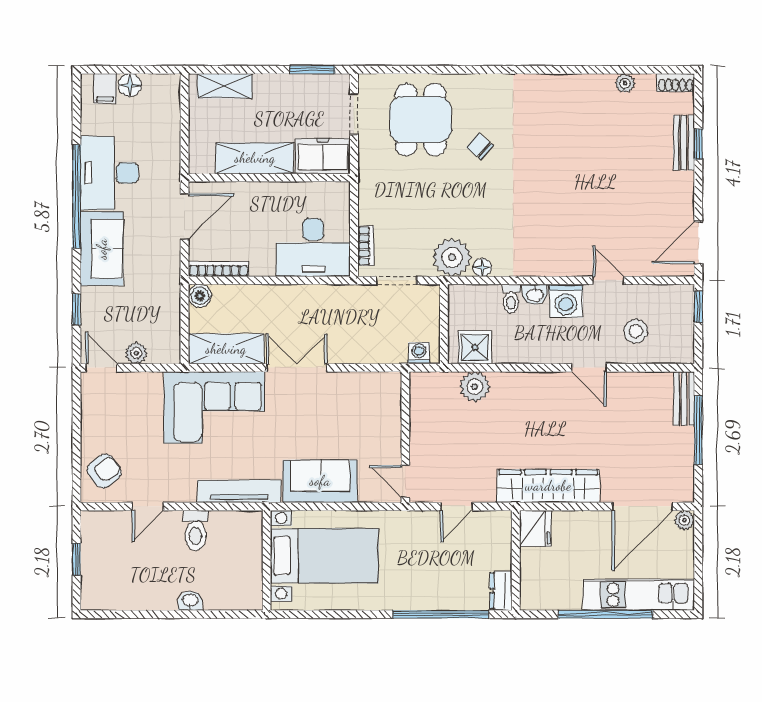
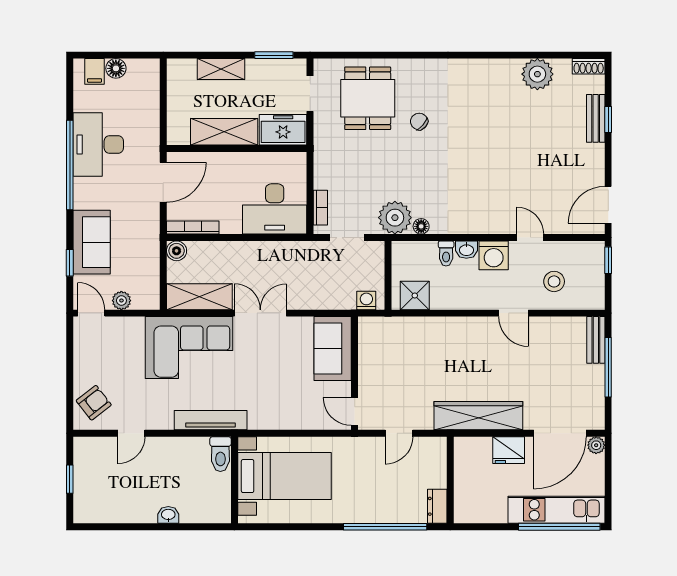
plant: (625, 83) -> (537, 74), width x1.88, depth x1.88
shelving: (225, 86) -> (221, 69), moved
sofa: (102, 249) -> (92, 242), moved
plant: (475, 387) -> (415, 330), removed
sofa: (320, 481) -> (333, 349), moved, turned -90
fridge: (535, 528) -> (509, 450), moved, turned 90
toilet: (196, 530) -> (220, 454), moved
window: (605, 614) -> (559, 527), moved

